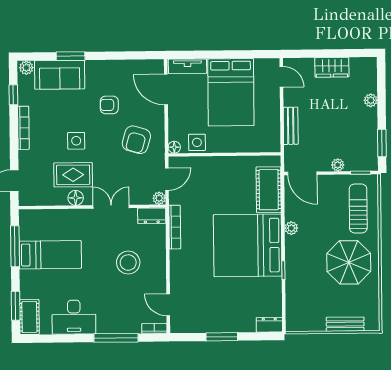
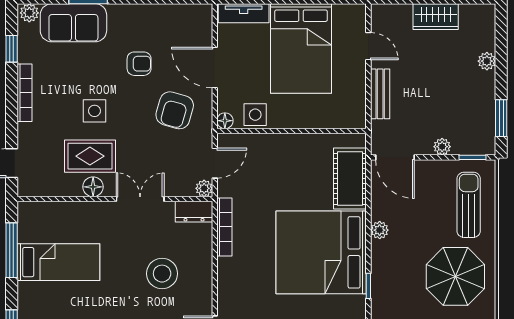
door: (281, 77) -> (368, 46), moved
door: (166, 90) -> (215, 68), moved
armchair: (109, 105) -> (139, 64), turned 180

